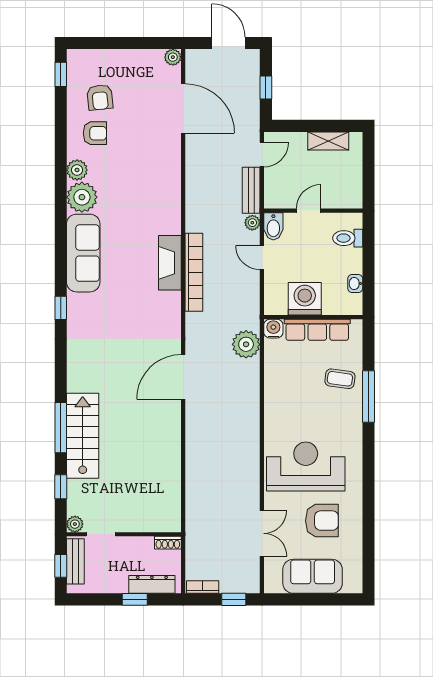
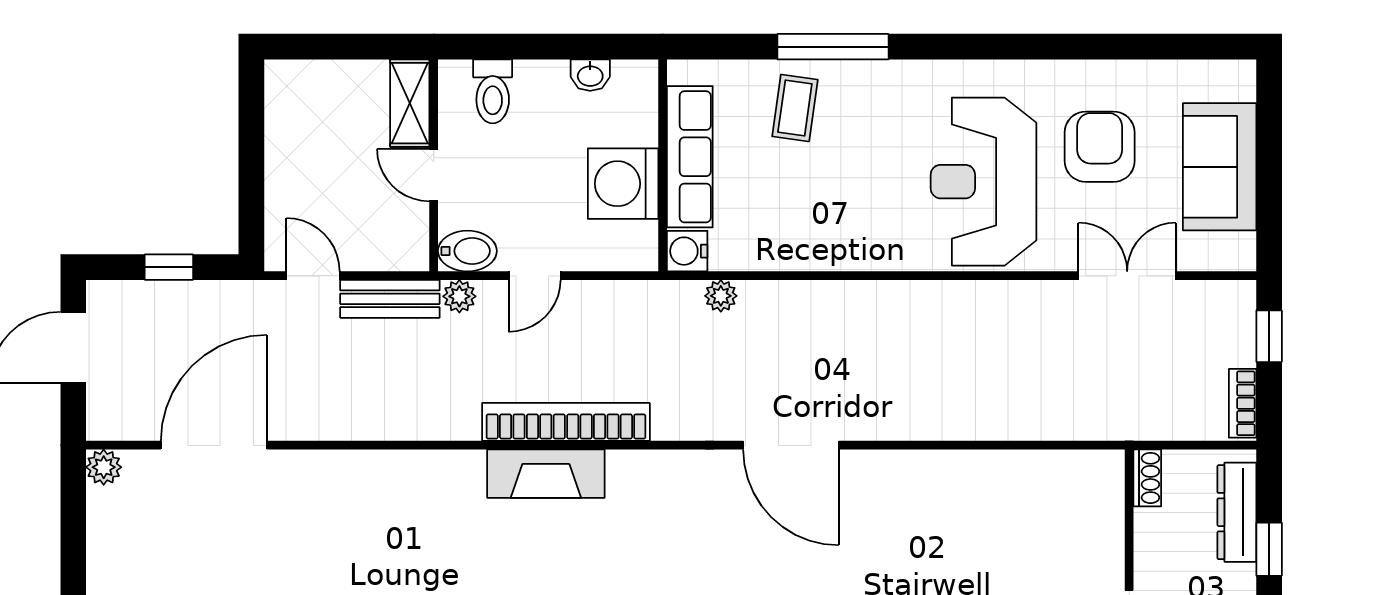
shelving: (328, 141) -> (410, 103), moved
plant: (246, 344) -> (721, 296), width x0.53, depth x0.53

